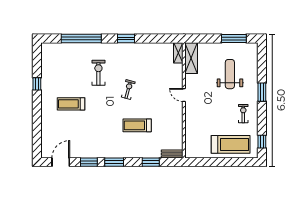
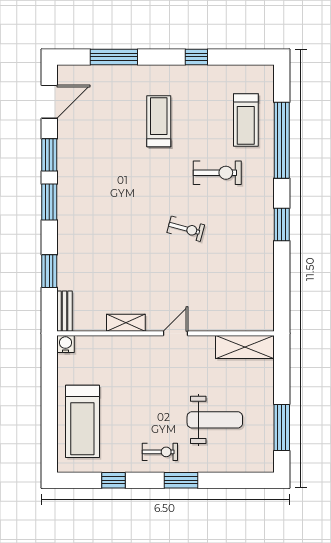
shelving: (178, 53) -> (126, 323), moved
exercise bike: (243, 114) -> (160, 452), moved
treadmill: (137, 125) -> (246, 120), moved, turned 180
window: (37, 128) -> (114, 57), added
window: (262, 142) -> (113, 480), moved
water cooler: (189, 153) -> (65, 344), added
door: (61, 162) -> (49, 102), hinge flipped

